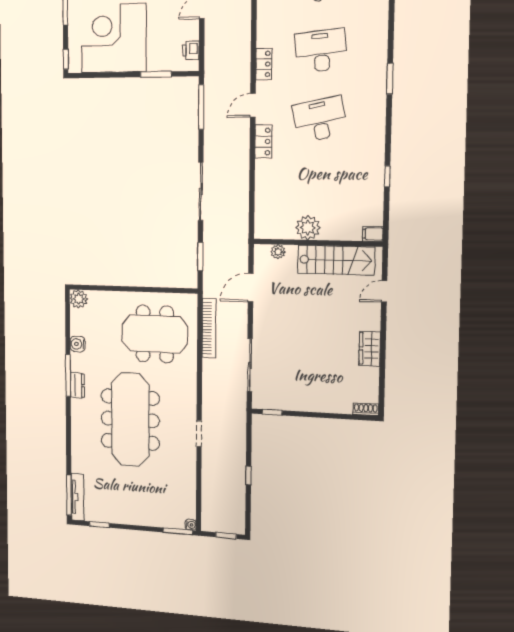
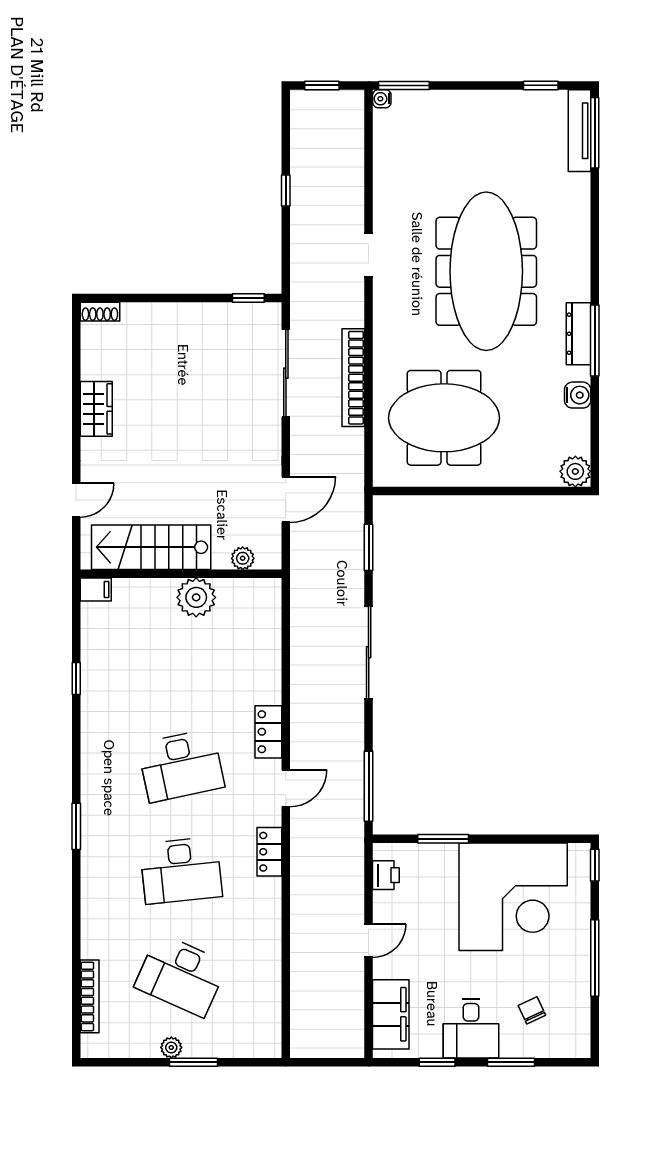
bookcase: (209, 328) -> (353, 378), moved
dresser: (77, 385) -> (579, 334), width x1.44

